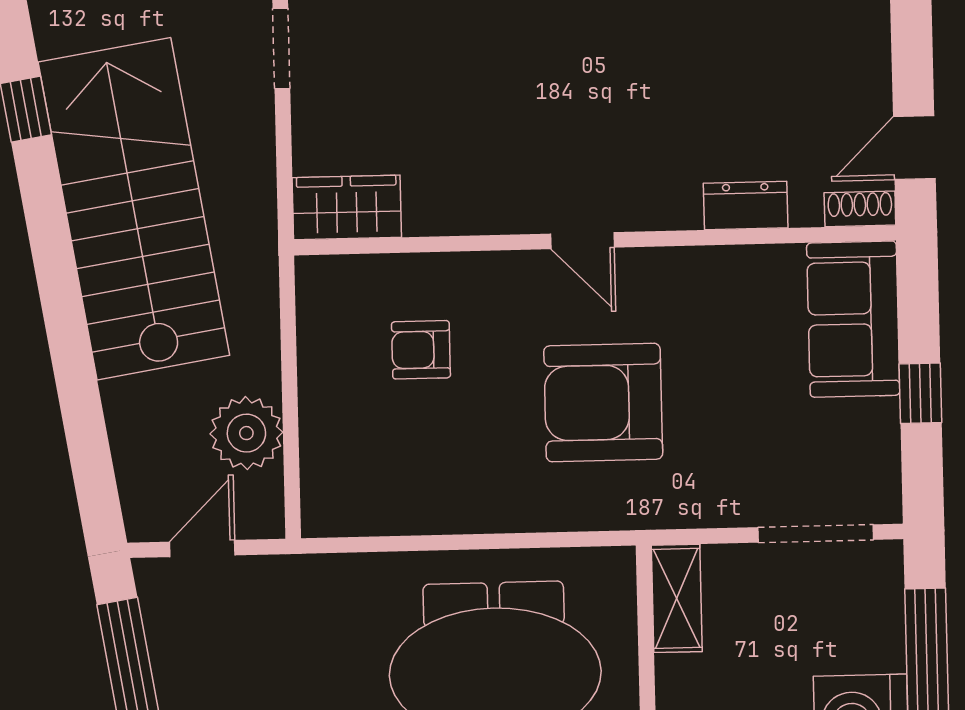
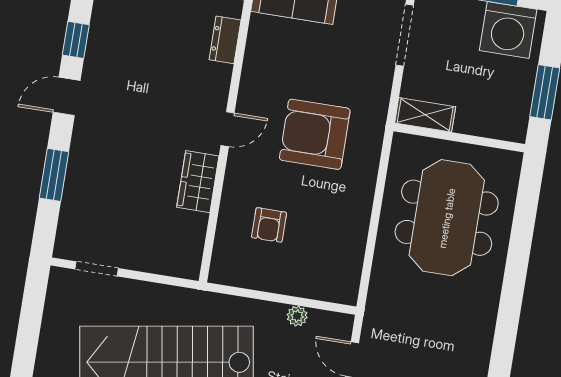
wardrobe: (347, 207) -> (198, 182), moved
armchair: (603, 403) -> (315, 134), turned 90
plant: (246, 433) -> (297, 316), width x0.53, depth x0.53

